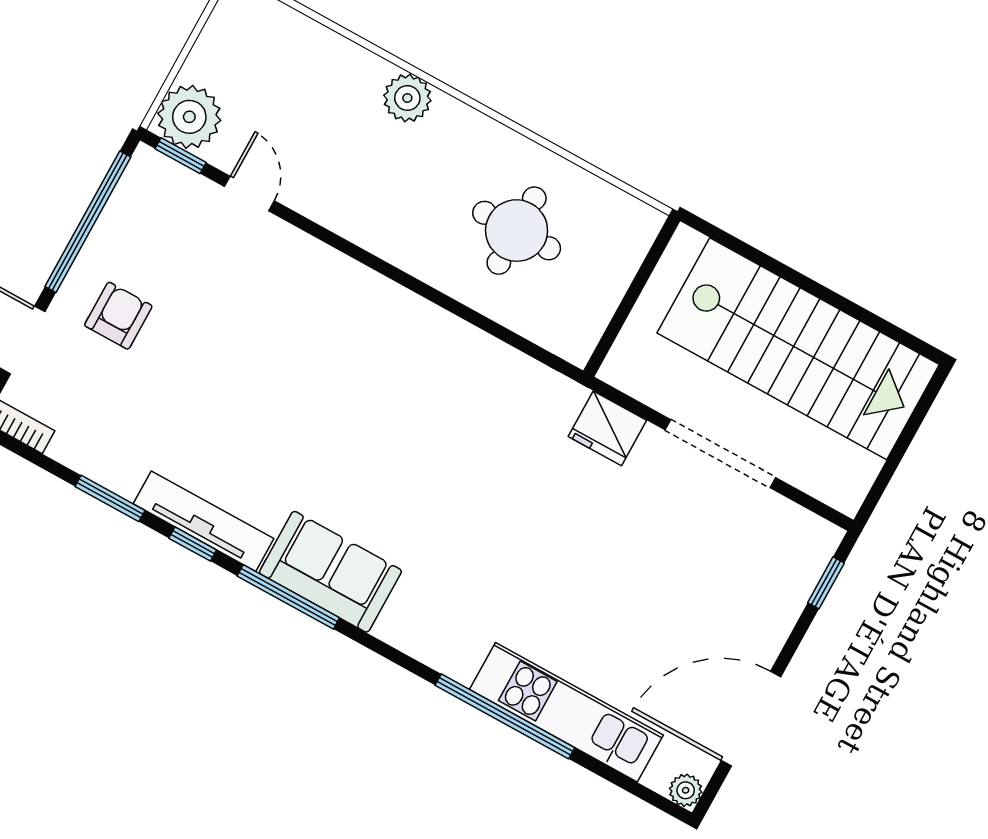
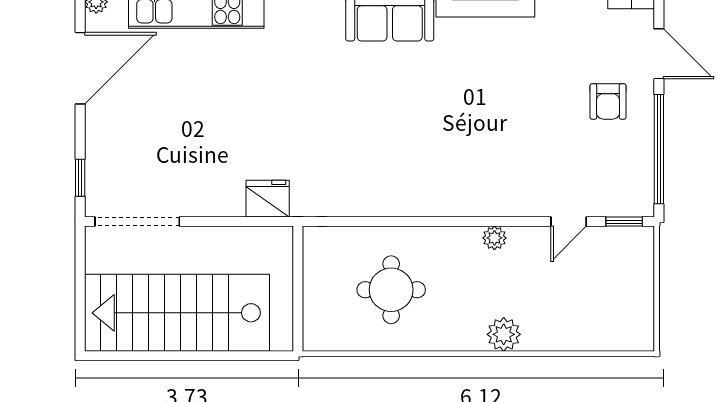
plant: (189, 117) -> (494, 238), moved, width x0.53, depth x0.53
door: (249, 194) -> (569, 222), hinge flipped
doorway: (720, 454) -> (137, 222), moved

